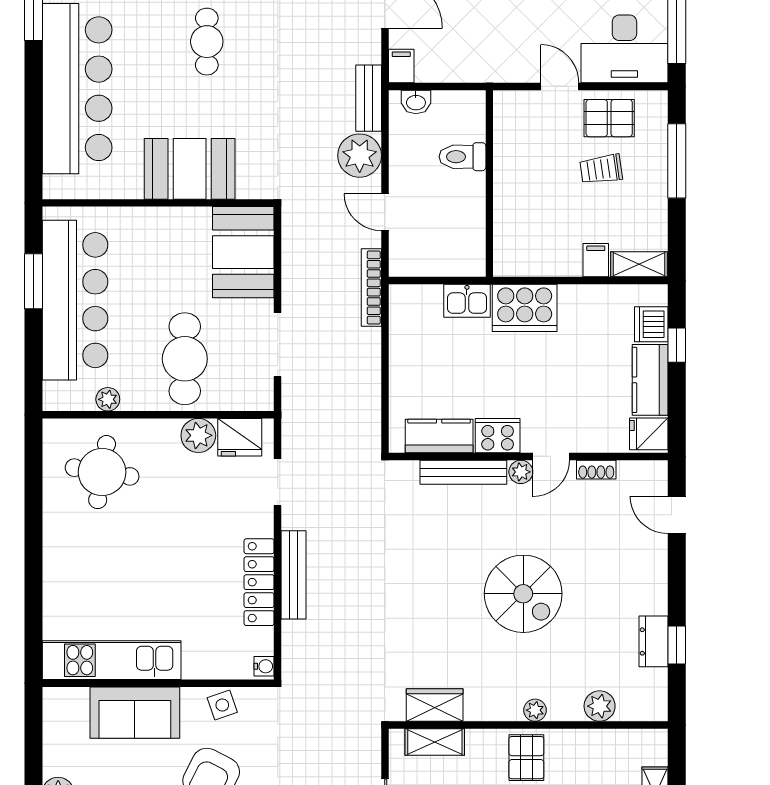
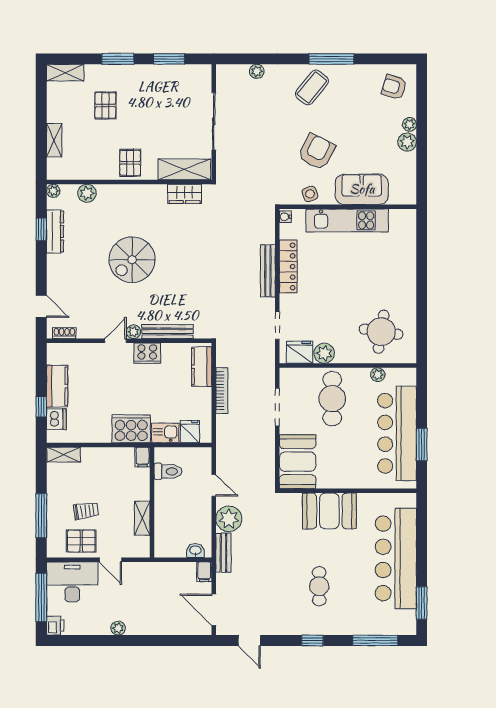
toilet: (463, 157) -> (168, 471), moved
shelving: (506, 157) -> (142, 518), added
filing cabinet: (596, 260) -> (143, 457), moved
bookcase: (371, 287) -> (222, 391), moved
fridge: (649, 434) -> (190, 432), moved, turned -90
kitchen counter: (439, 436) -> (202, 367), moved, turned 90
shoe rack: (596, 470) -> (64, 333), moved
spiral stairs: (523, 594) -> (132, 260), turned -90
dresser: (653, 641) -> (55, 231), width x1.44
kitchen unit: (112, 660) -> (347, 220), moved
plant: (535, 710) -> (53, 191), moved
shelving: (435, 742) -> (184, 169), width x1.50, depth x1.33

